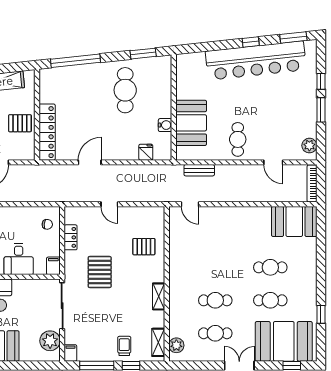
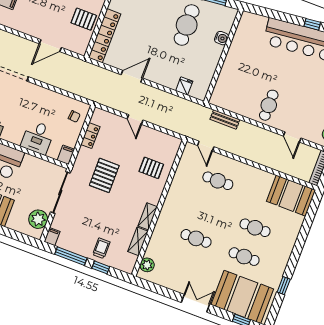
booth: (191, 123) -> (233, 75), removed
water cooler: (165, 125) -> (222, 38), moved
cafe table: (215, 333) -> (218, 181), moved
shelving: (158, 342) -> (138, 241), moved

